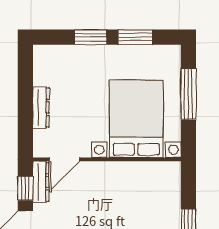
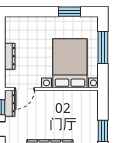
window: (91, 37) -> (41, 12), removed

